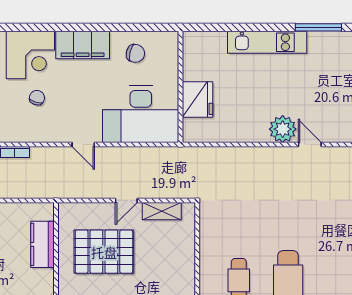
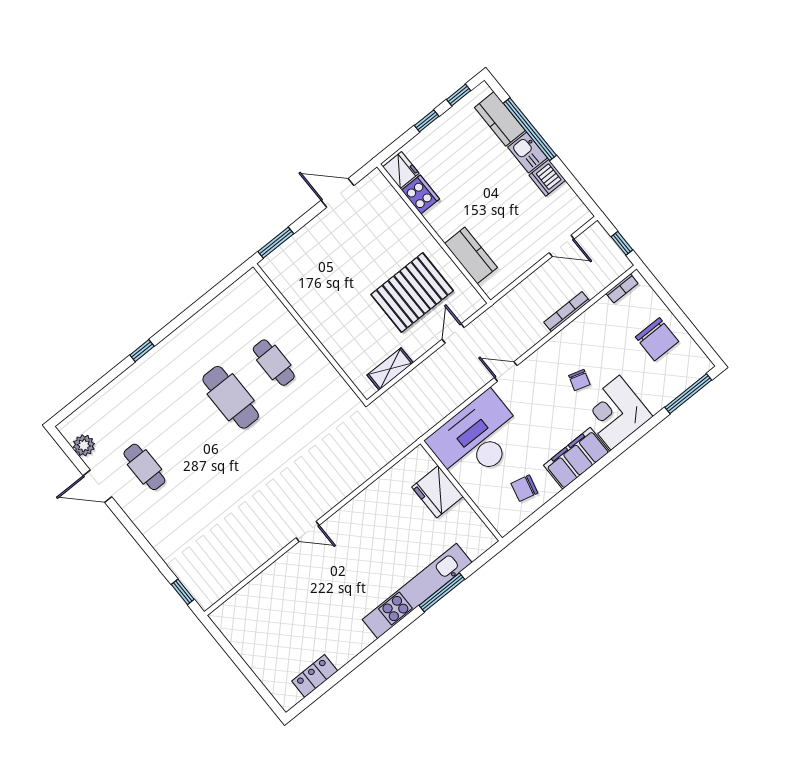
window: (318, 27) -> (442, 592), moved
kitchen unit: (267, 42) -> (417, 591), width x1.36
plant: (283, 129) -> (342, 526), removed
door: (126, 200) -> (453, 333), moved

